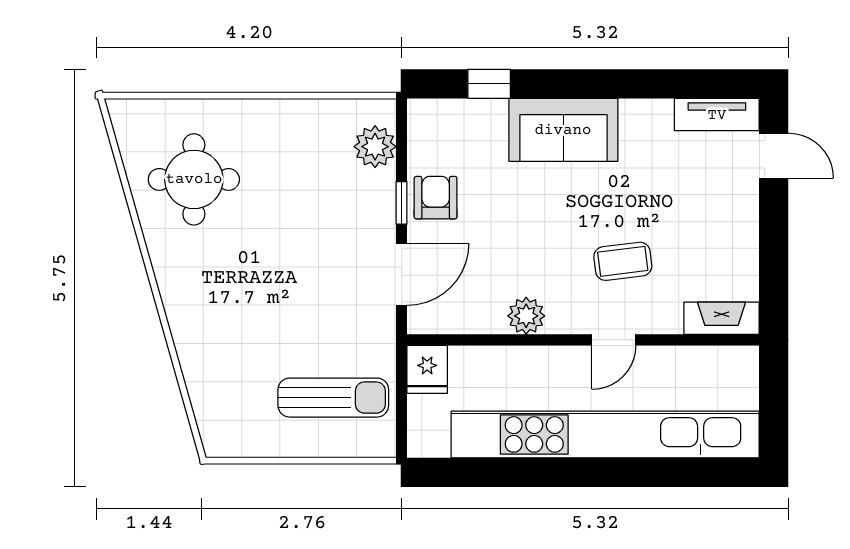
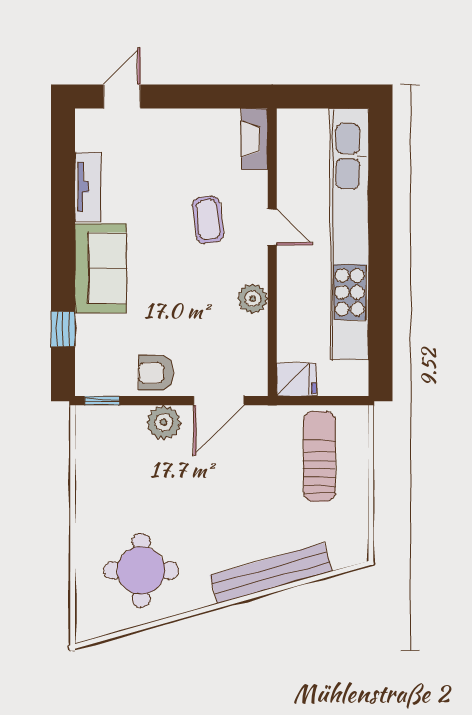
tv unit: (717, 115) -> (88, 187), moved
plant: (375, 147) -> (164, 422), moved
window: (402, 203) -> (102, 401), moved
door: (402, 274) -> (219, 401), swing flipped
bench: (190, 338) -> (271, 573), added

